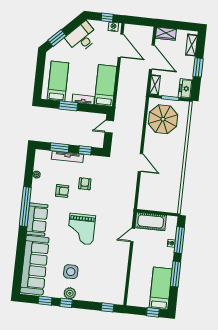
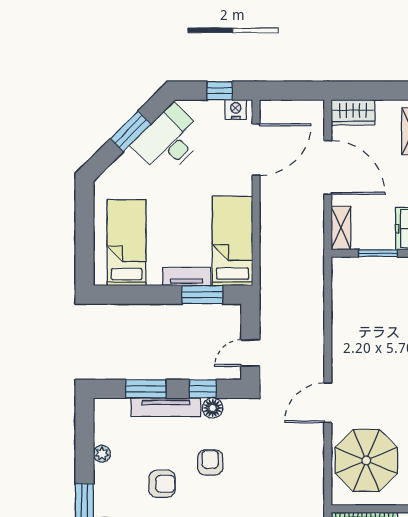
window: (57, 38) -> (130, 131), moved
door: (121, 46) -> (256, 150), hinge flipped
window: (68, 106) -> (202, 295), moved
parasol: (163, 119) -> (366, 460), moved
door: (109, 127) -> (250, 353), moved
floor lamp: (88, 159) -> (213, 408), added
door: (140, 163) -> (328, 403), swing flipped

